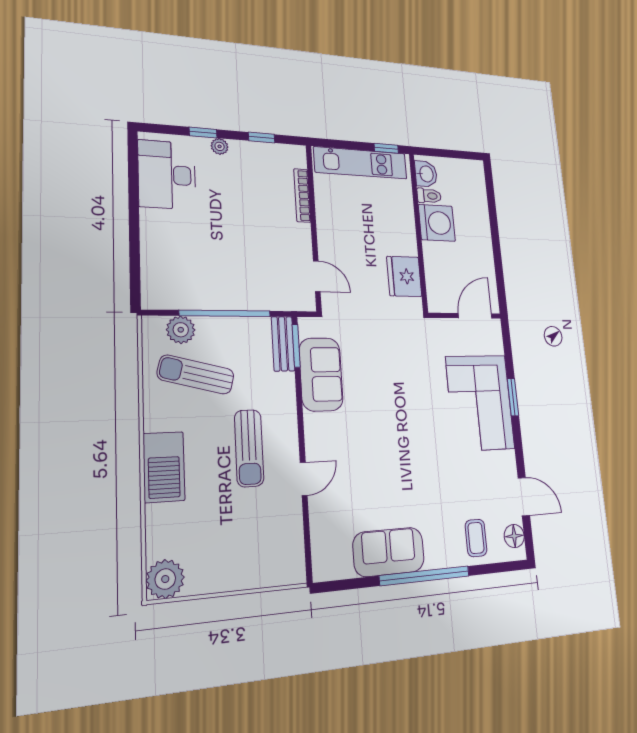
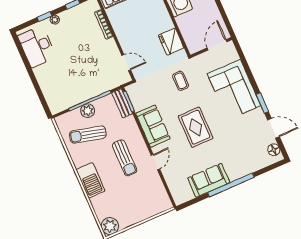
plant: (181, 330) -> (88, 111), moved
sofa: (321, 374) -> (153, 126), moved
window: (513, 397) -> (262, 103), moved
rug: (397, 442) -> (196, 127), added
coffee table: (476, 538) -> (181, 81), moved

